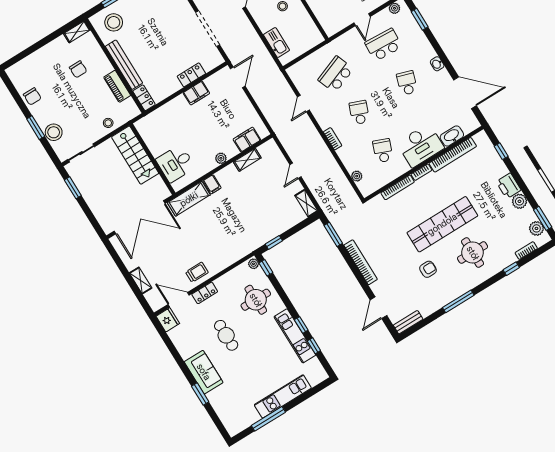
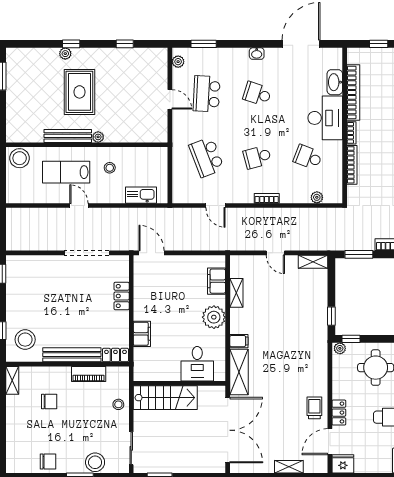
filing cabinet: (196, 93) -> (142, 334), moved
school desk: (359, 112) -> (257, 157), turned -36
plant: (221, 158) -> (214, 317), width x1.87, depth x1.87

